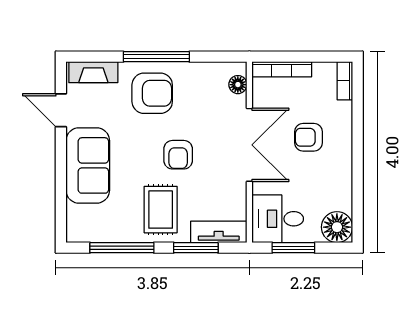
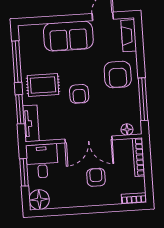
window: (156, 57) -> (143, 99), moved
armchair: (178, 155) -> (79, 94), turned -90

